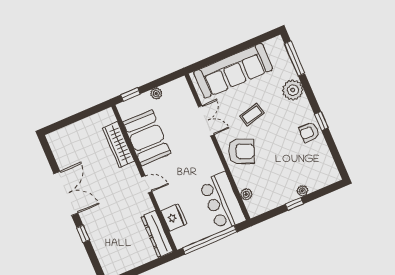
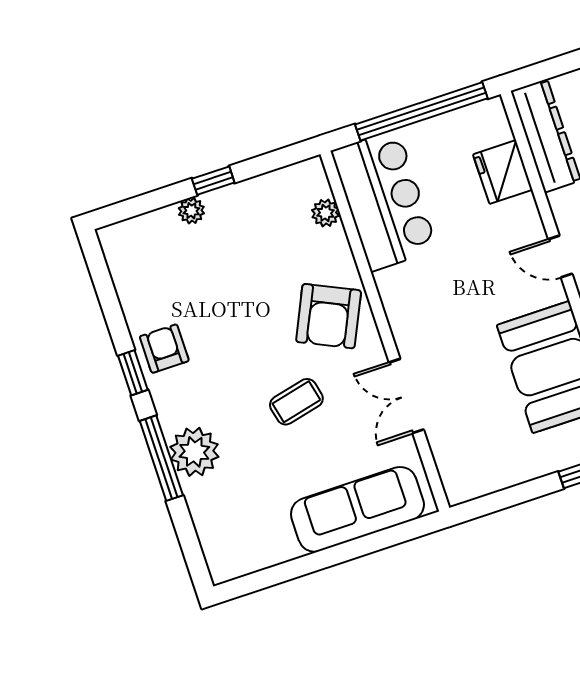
window: (295, 58) -> (161, 458), moved
sofa: (233, 71) -> (357, 509), width x0.74, depth x0.79
plant: (156, 94) -> (520, 470), removed
armchair: (309, 132) -> (164, 349), turned -90
armchair: (242, 151) -> (329, 316), turned -87

